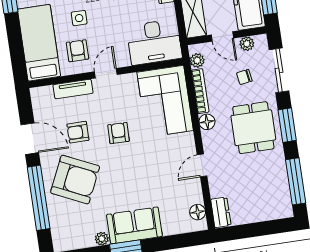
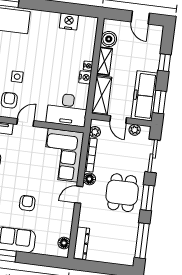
chair: (244, 77) -> (126, 154), removed
armchair: (118, 133) -> (27, 203), moved
door: (202, 165) -> (79, 195), moved
dresser: (221, 212) -> (81, 243), width x1.44

